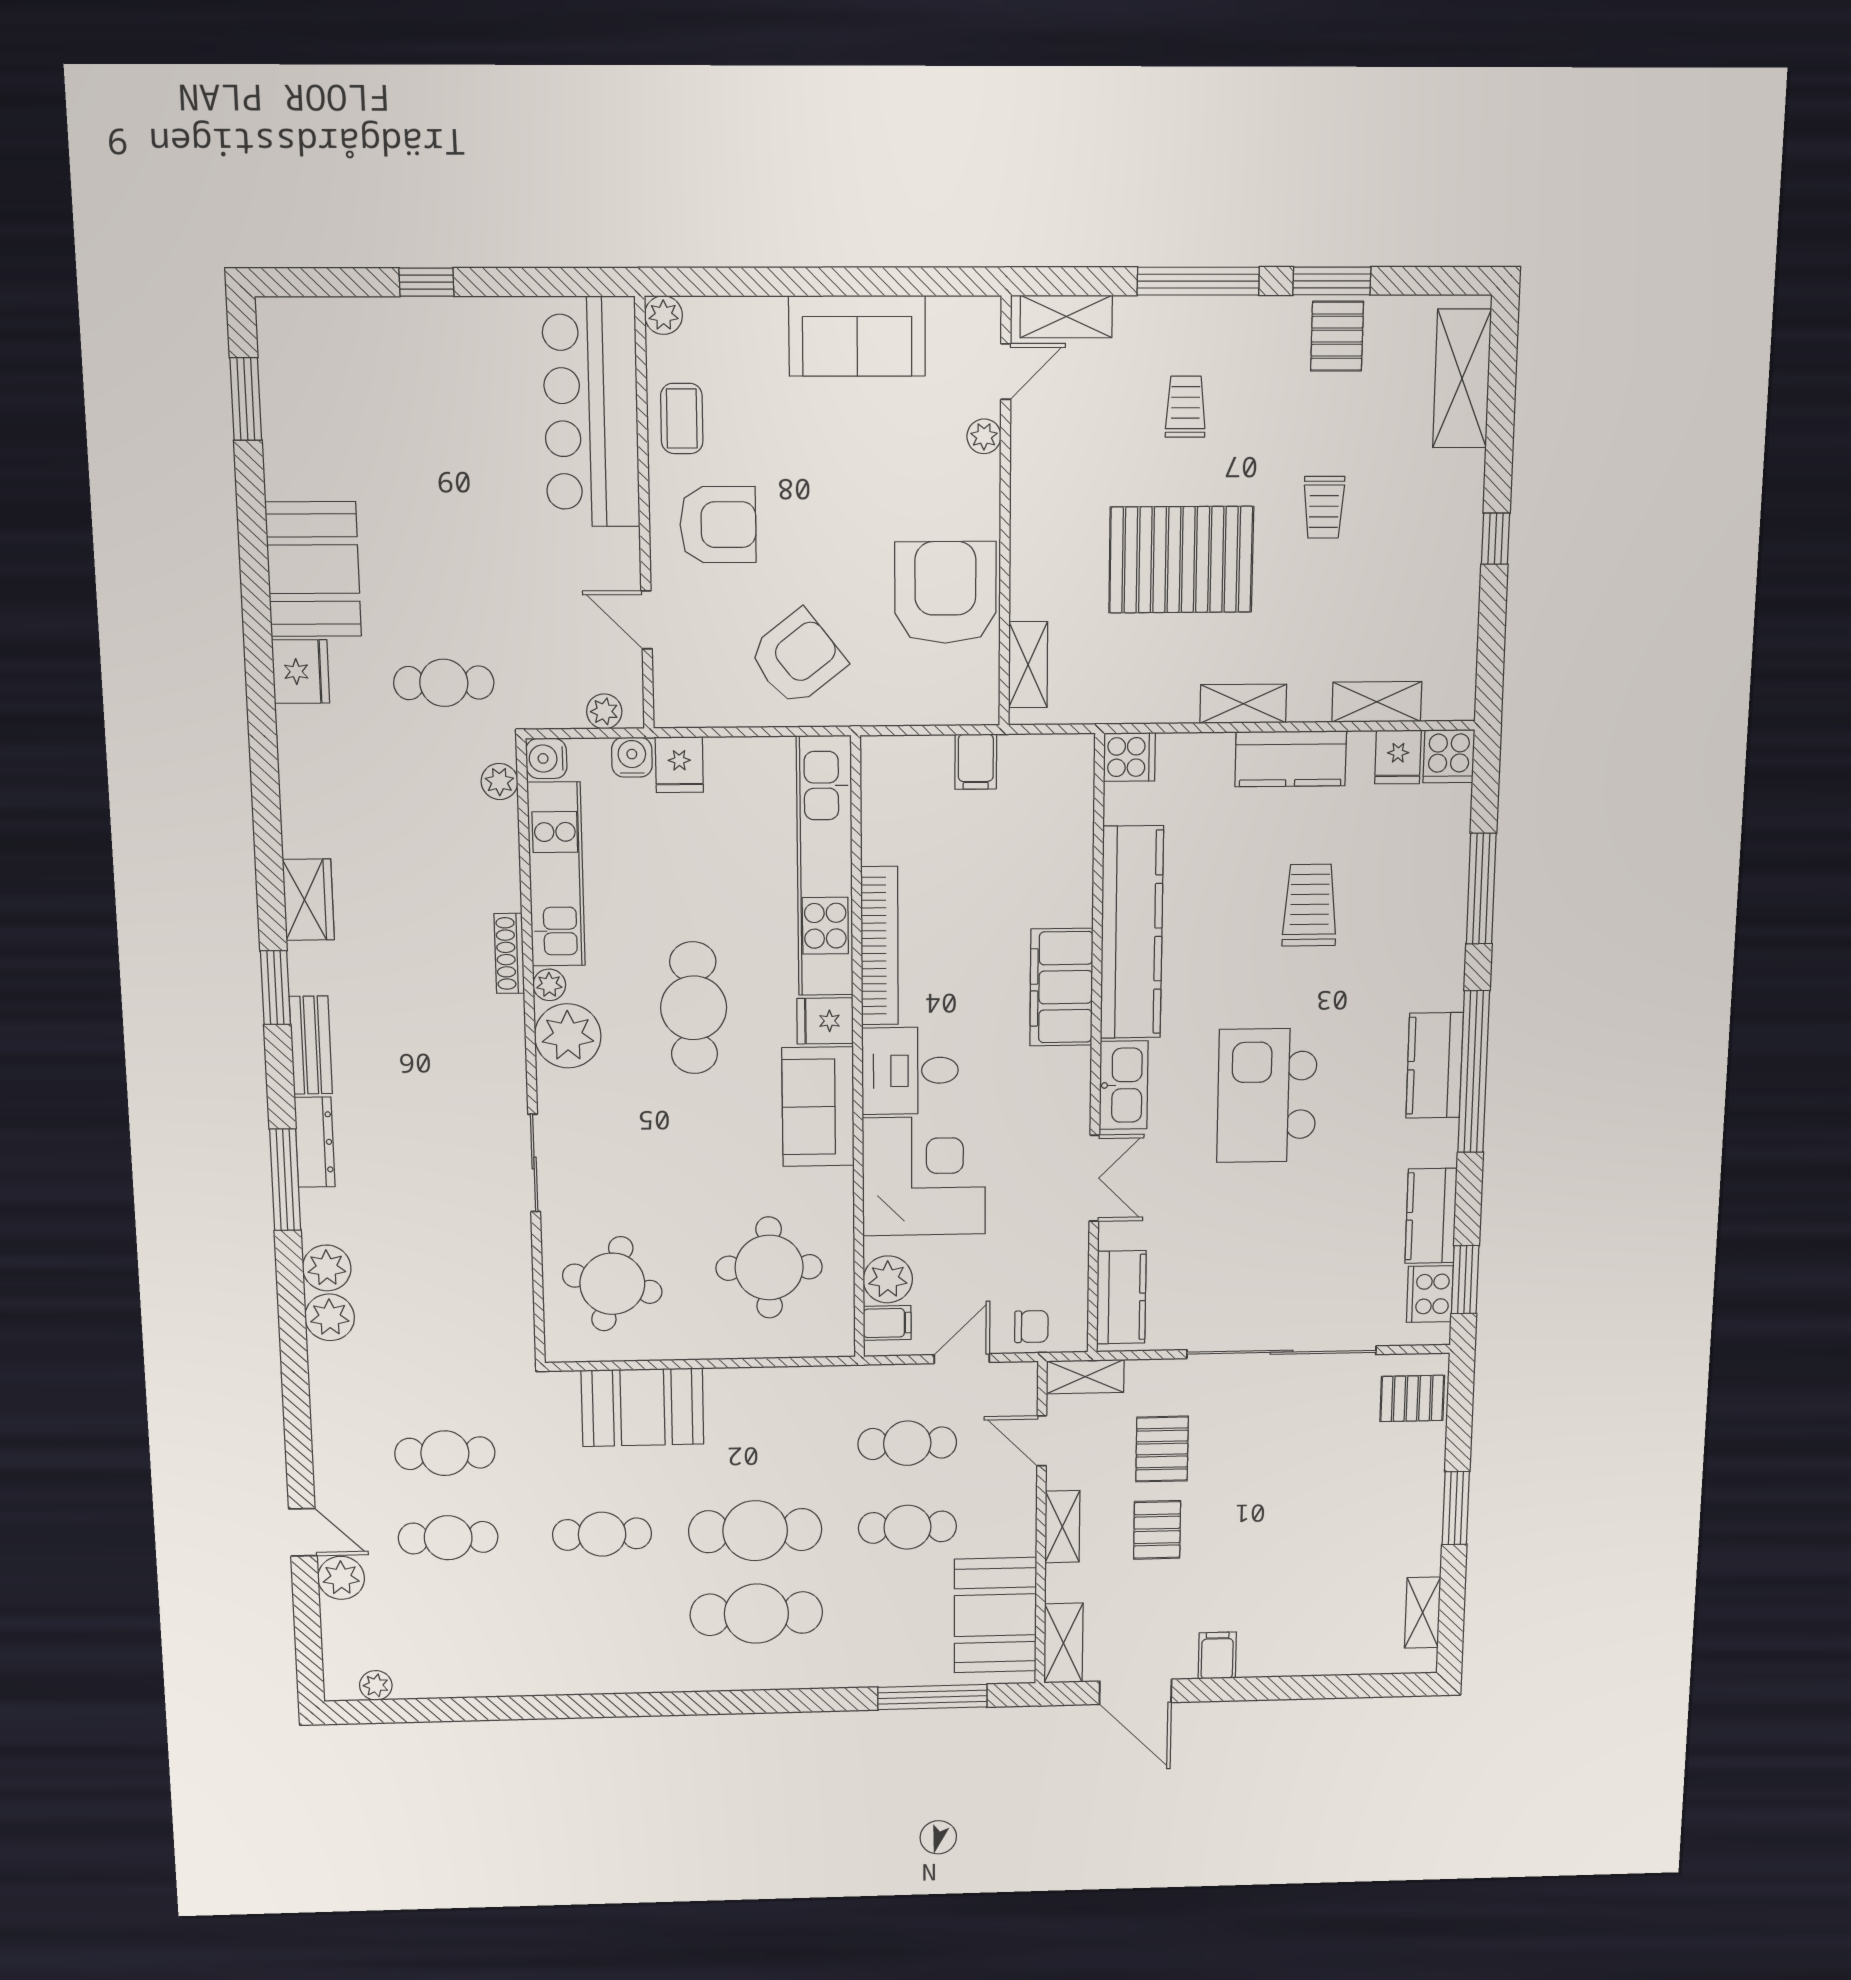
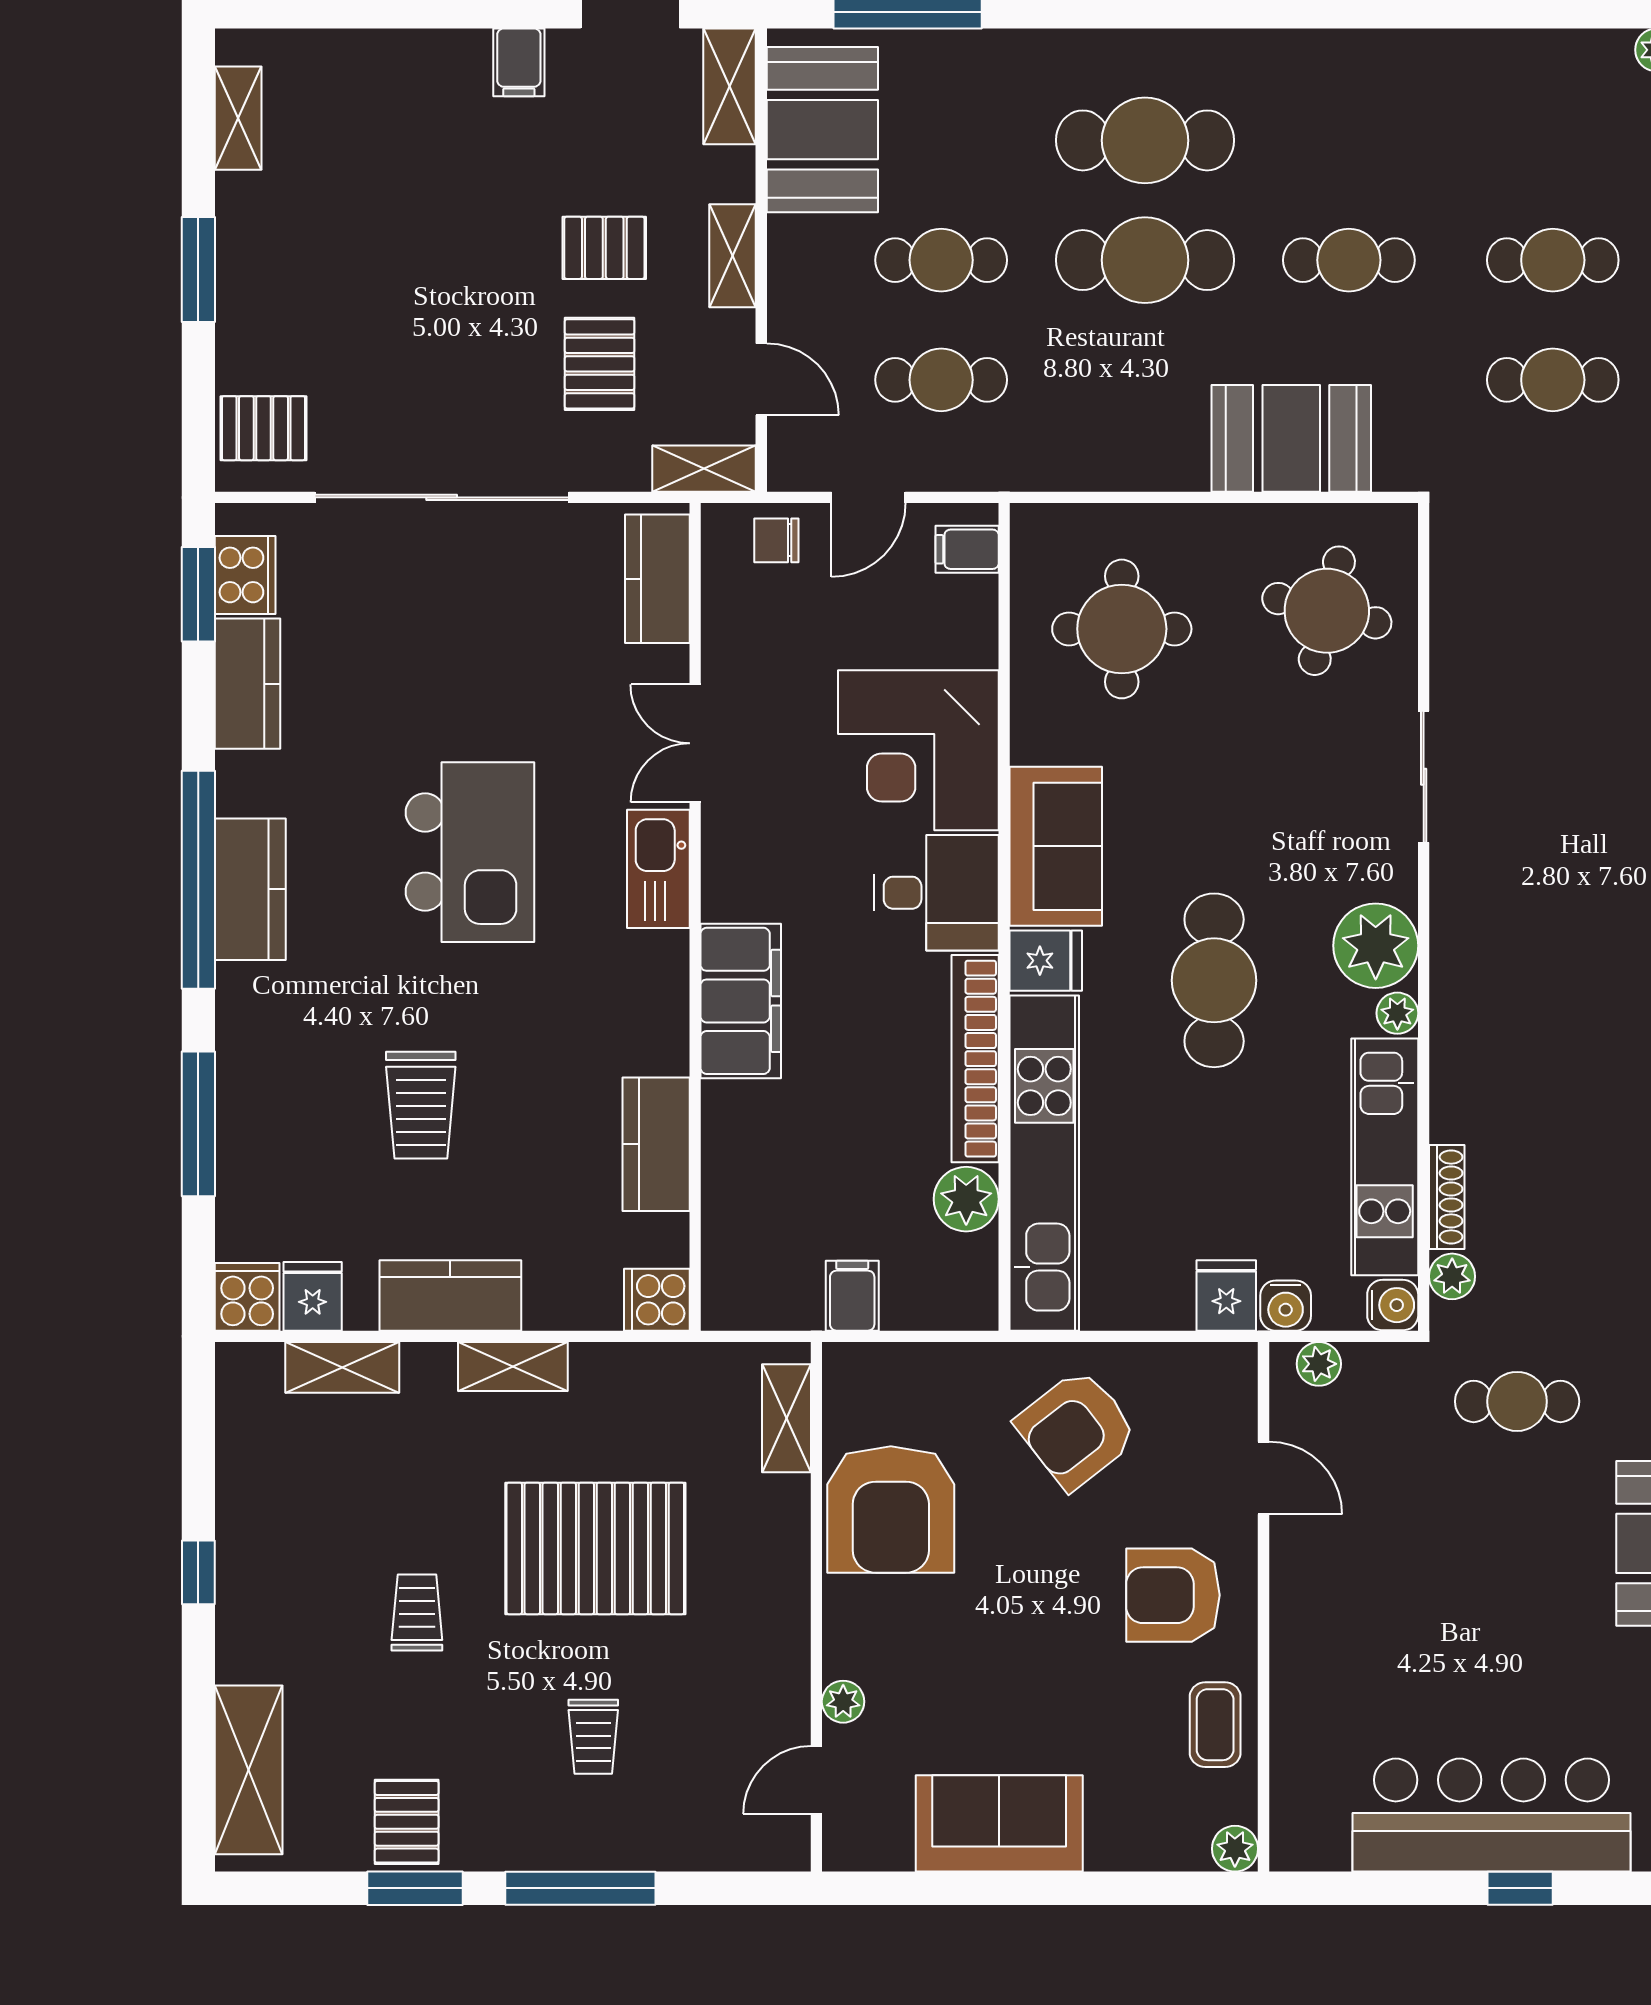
shelving: (1066, 316) -> (742, 1846), removed
bar counter: (591, 412) -> (1492, 1815), moved, turned -90
kitchen counter: (1132, 933) -> (656, 1144), width x0.48, depth x0.86
shoe rack: (509, 953) -> (1447, 1197), moved
plant: (888, 1279) -> (966, 1199), moved
pallet: (1157, 1530) -> (604, 248), turned 90

